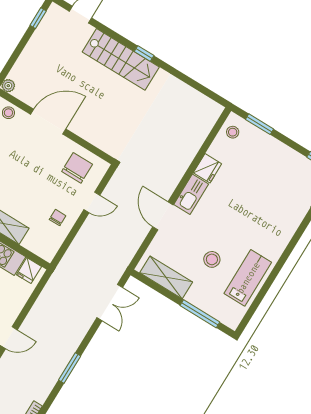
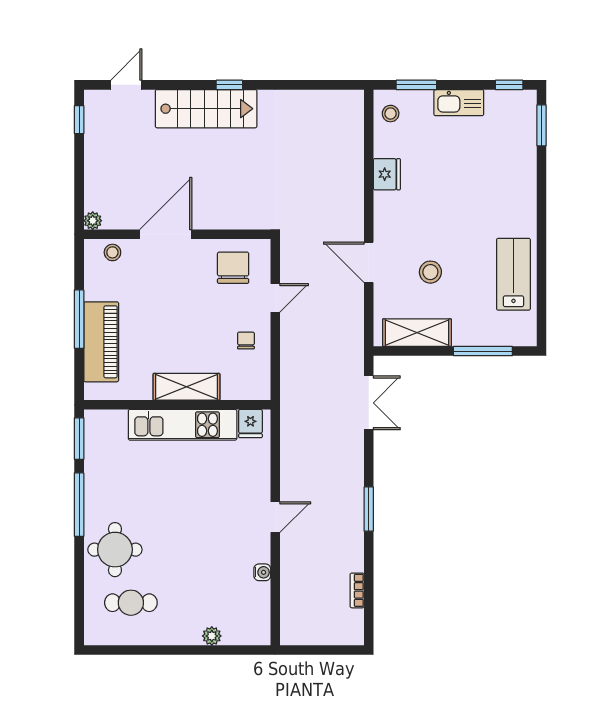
kitchen sink: (191, 194) -> (459, 103), moved, turned 90
stool: (212, 259) -> (430, 272), moved

